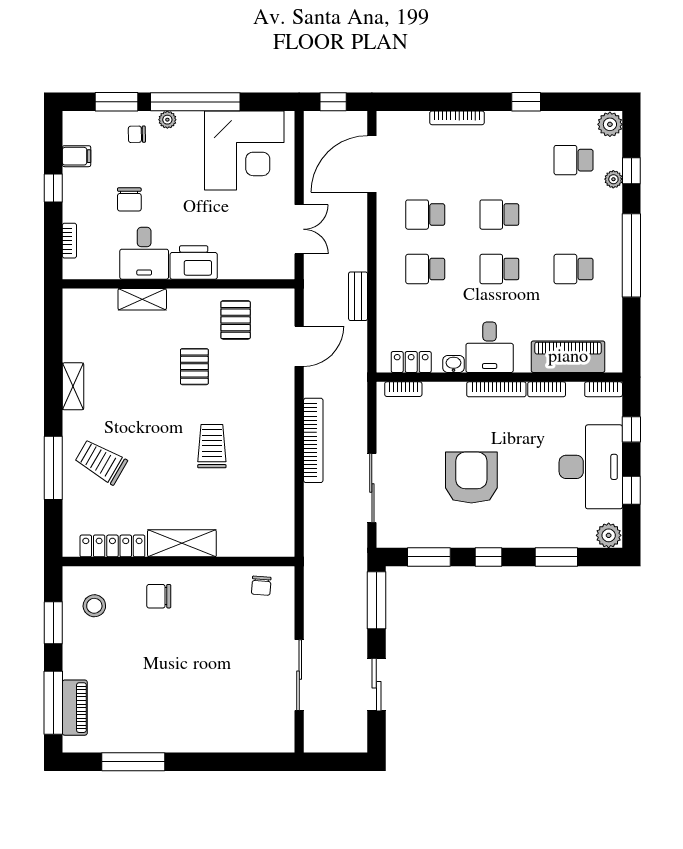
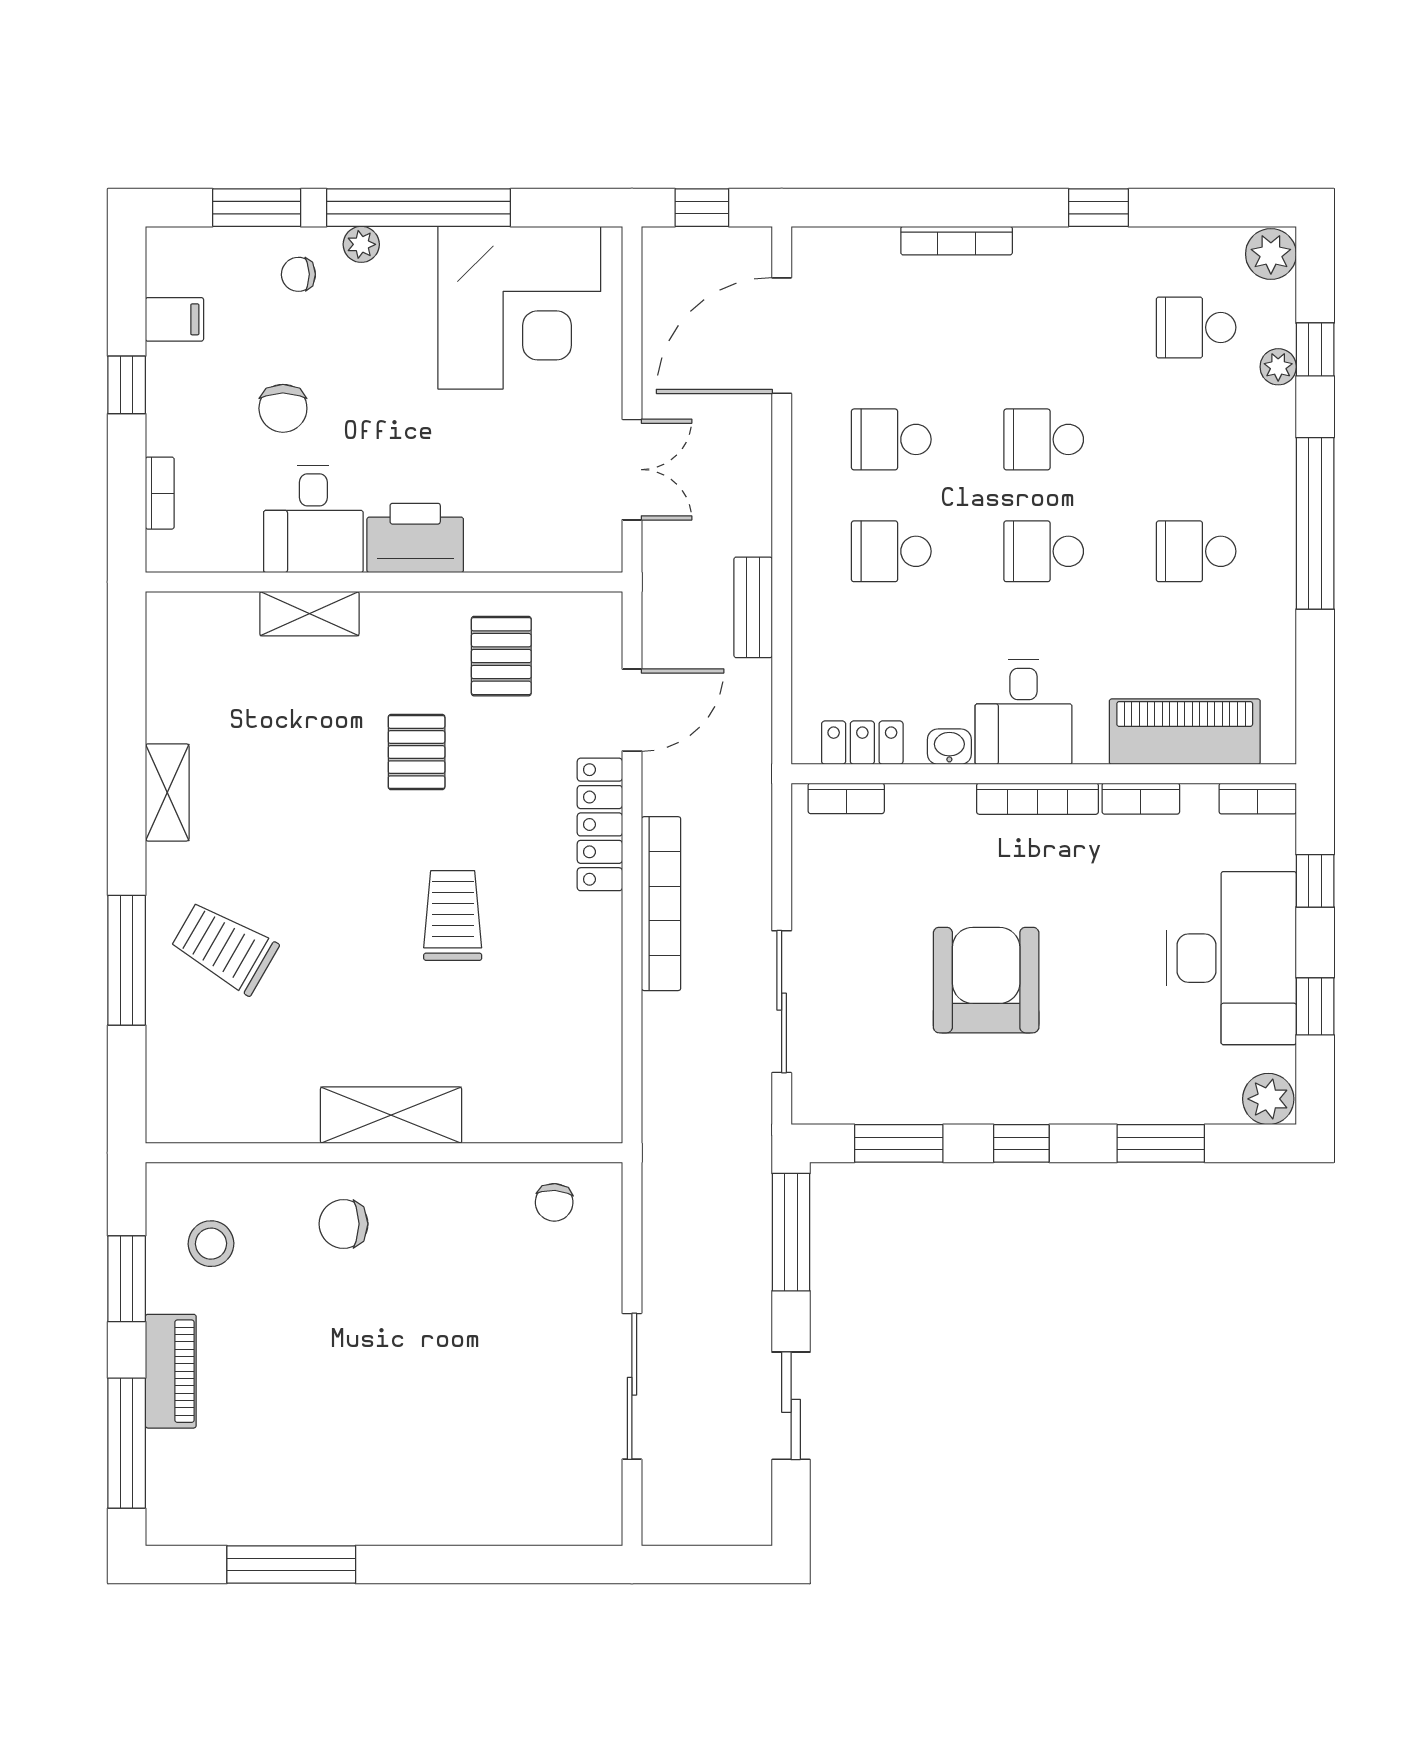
locker: (112, 546) -> (600, 824), moved, turned -90
piano: (75, 708) -> (171, 1371), moved

